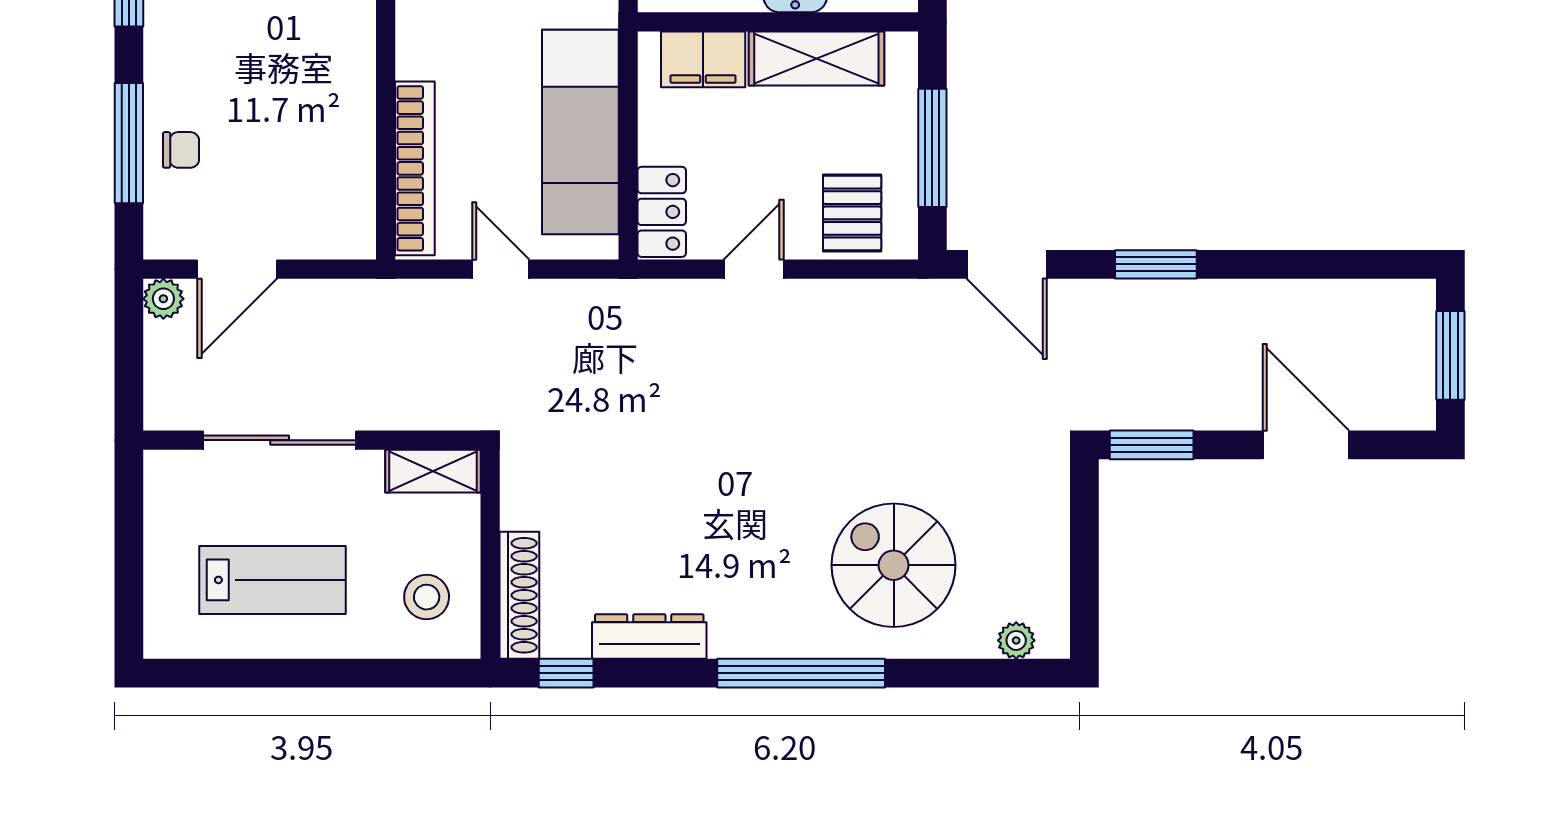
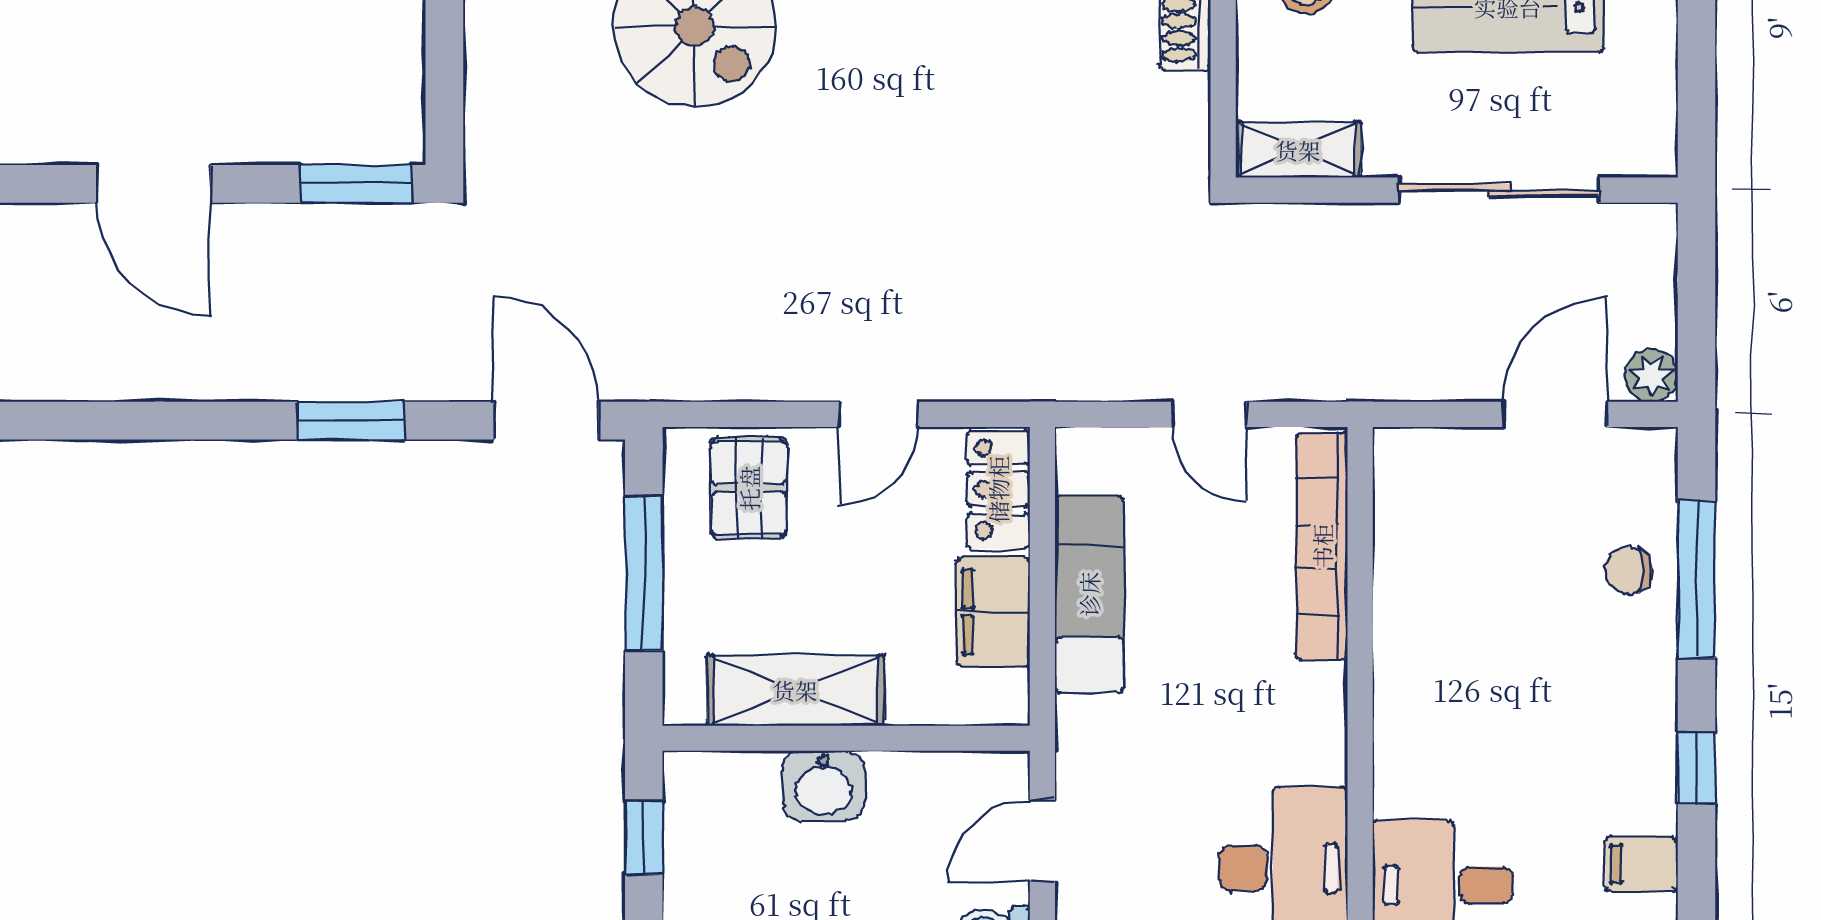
filing cabinet: (703, 59) -> (993, 612), moved, turned -90
exam couch: (580, 132) -> (1089, 594), width x0.73, depth x0.69

